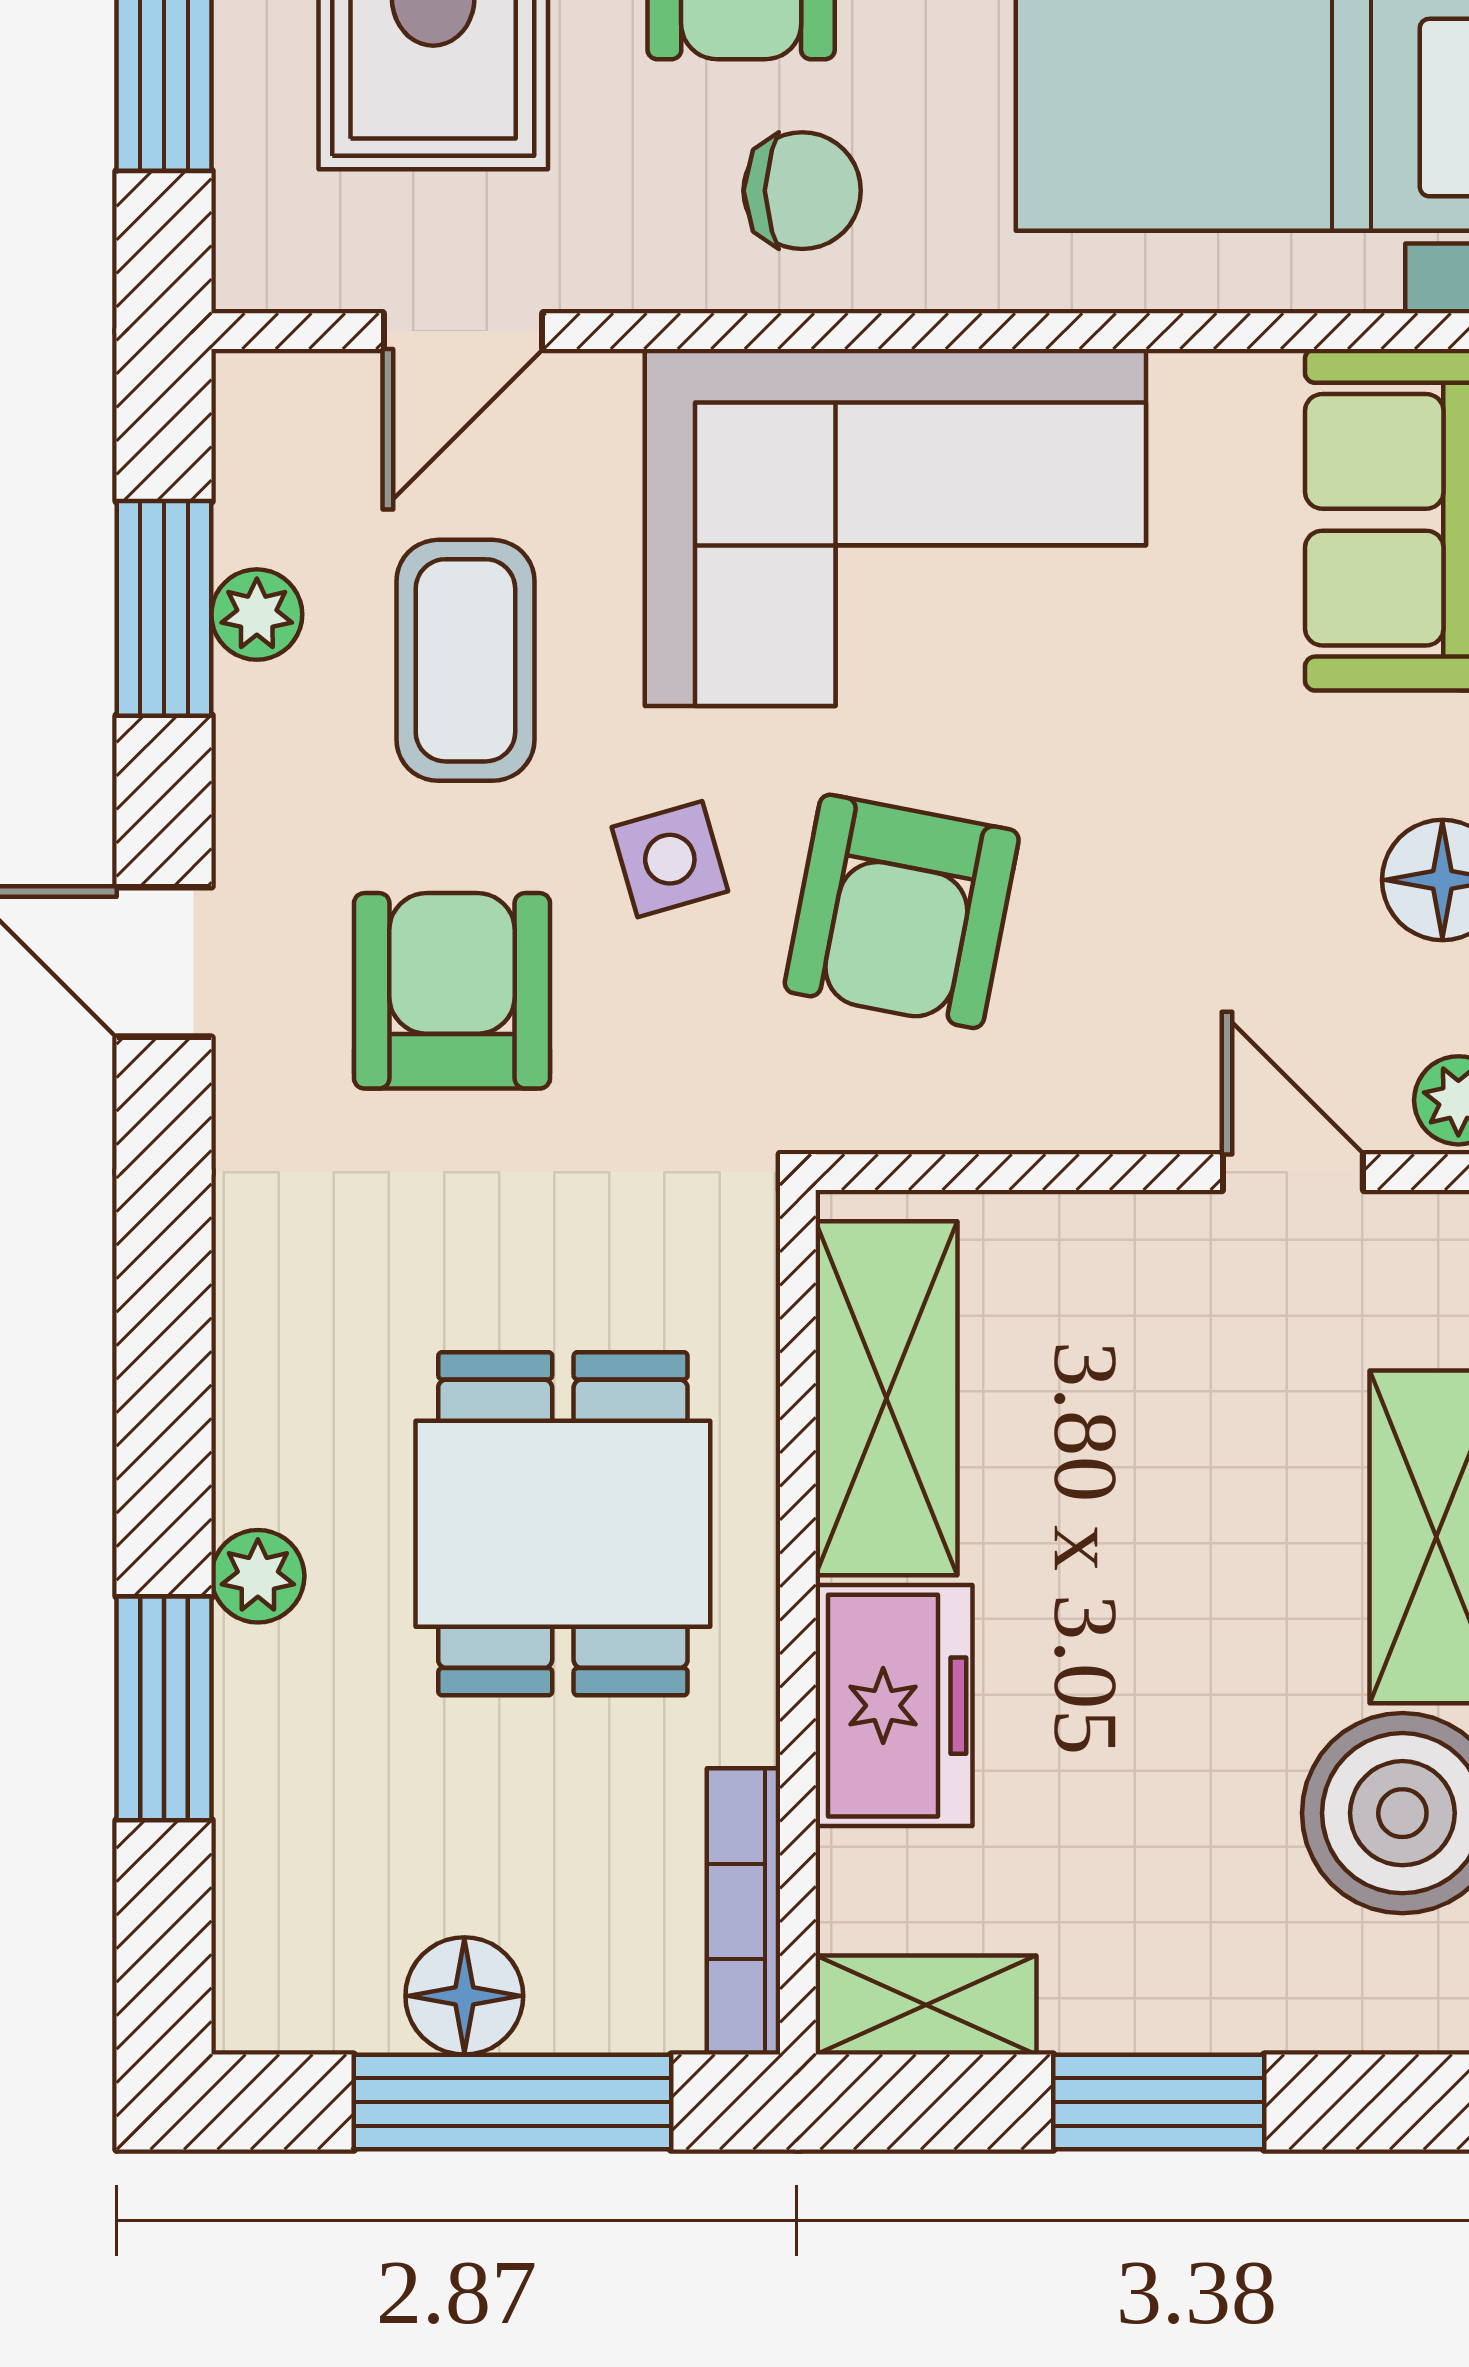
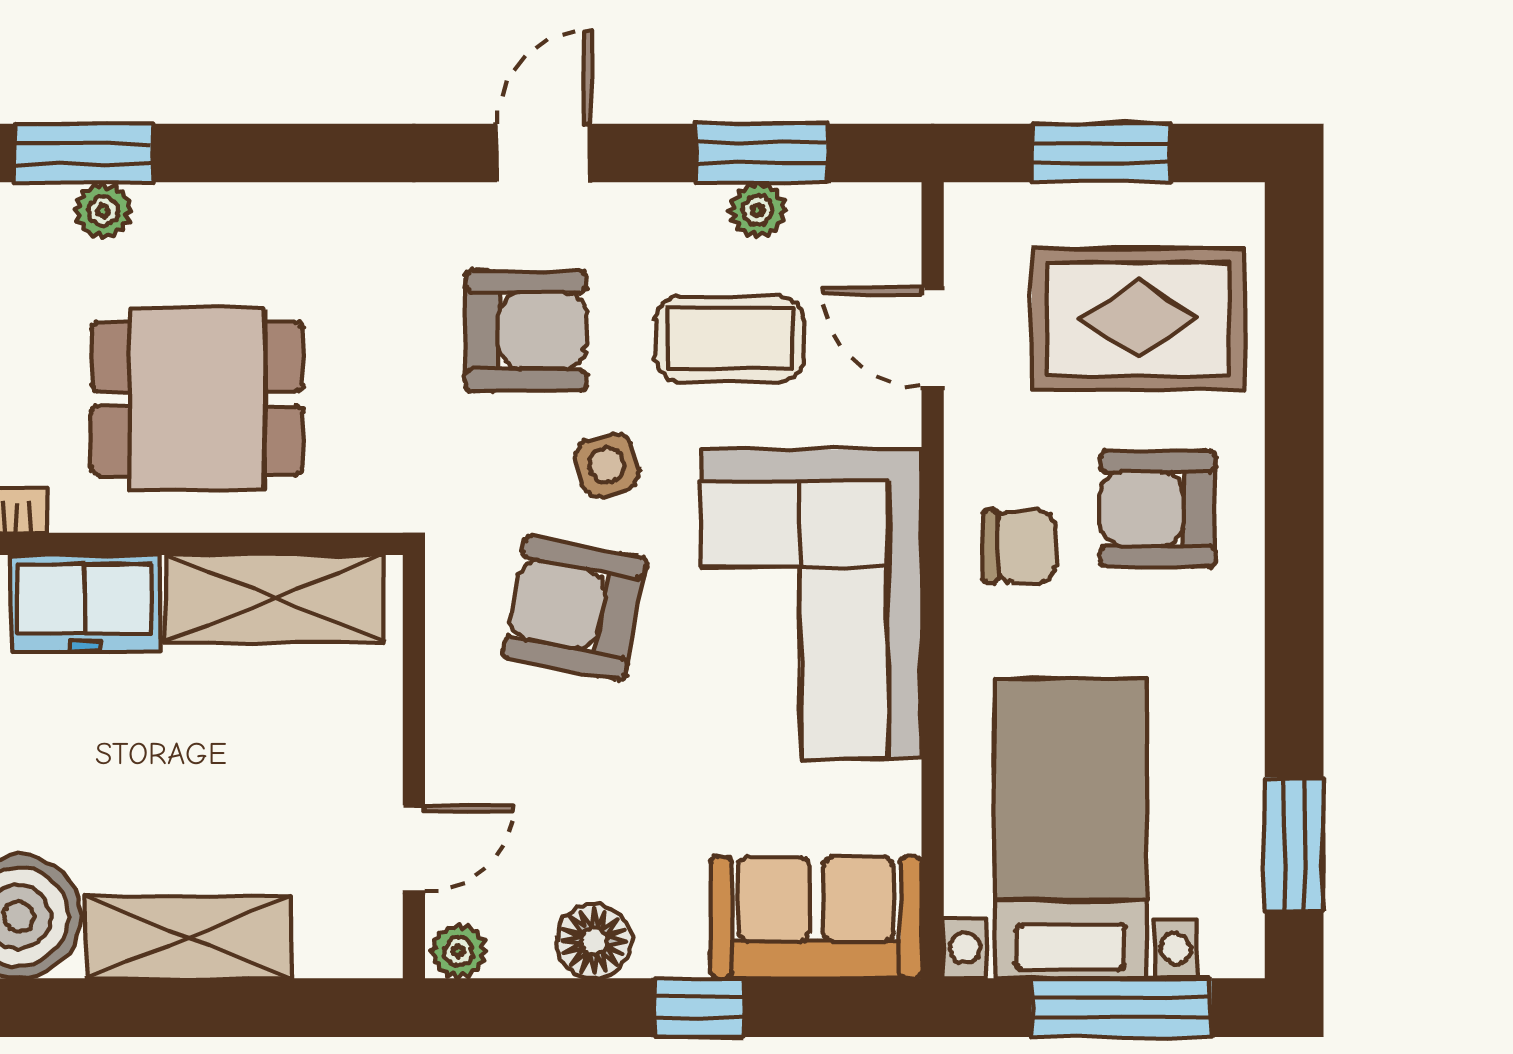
chair: (802, 191) -> (1019, 546), turned -90
plant: (258, 1576) -> (103, 211), moved

